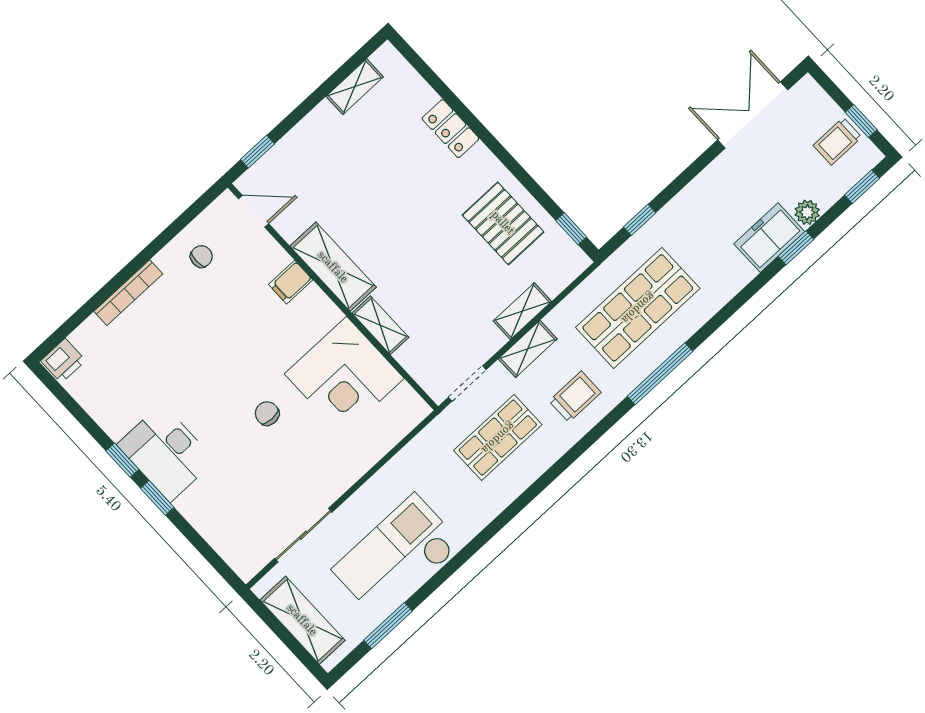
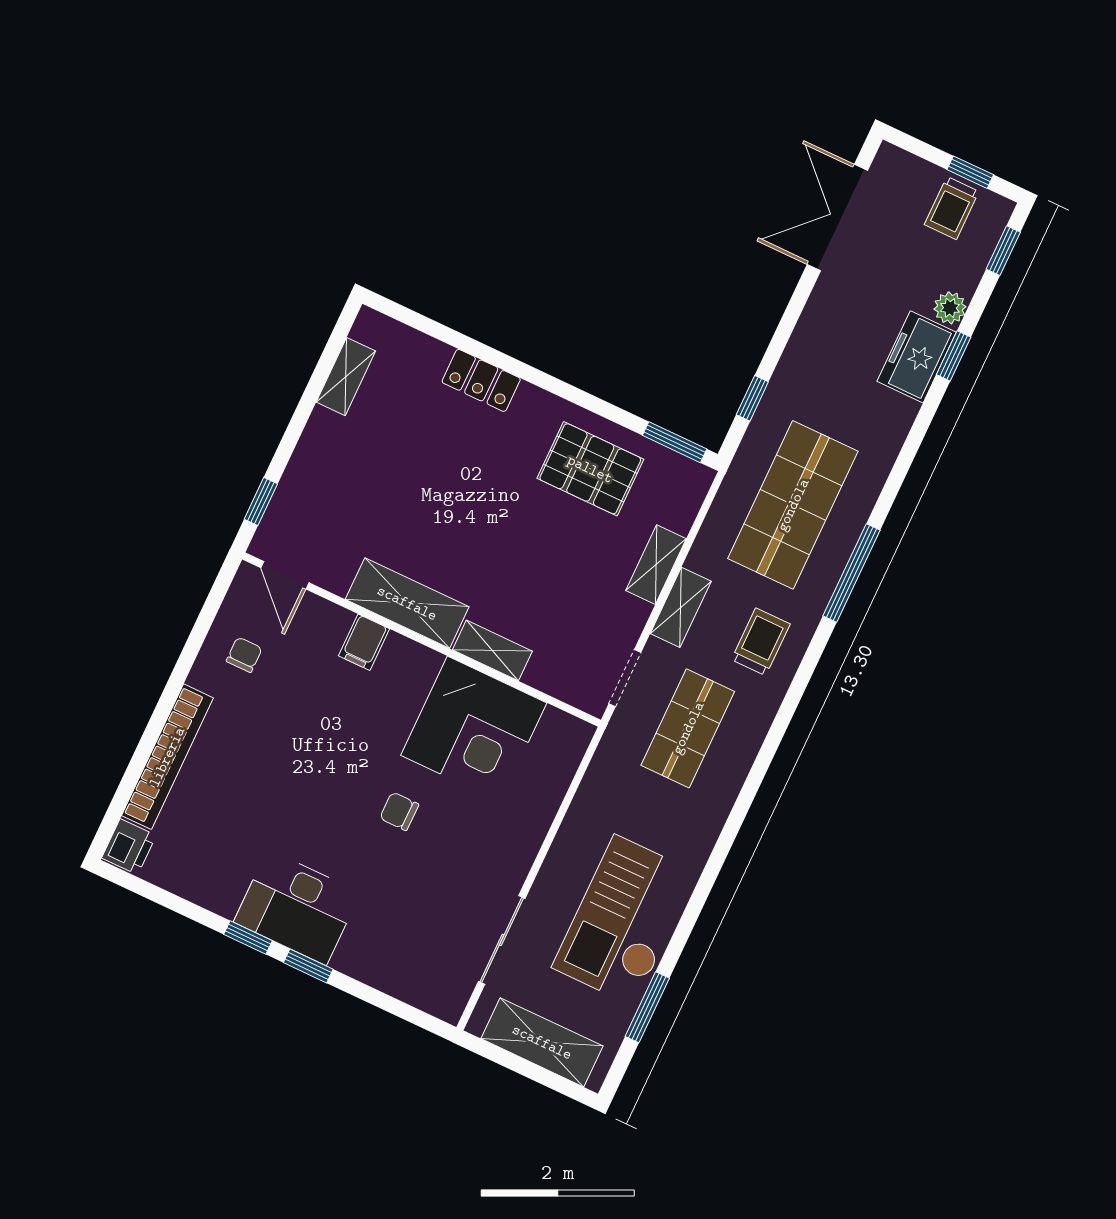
door: (254, 211) -> (285, 575), swing flipped
window: (571, 229) -> (675, 442), width x1.50
bookcase: (128, 293) -> (167, 757), width x1.48, depth x1.31

